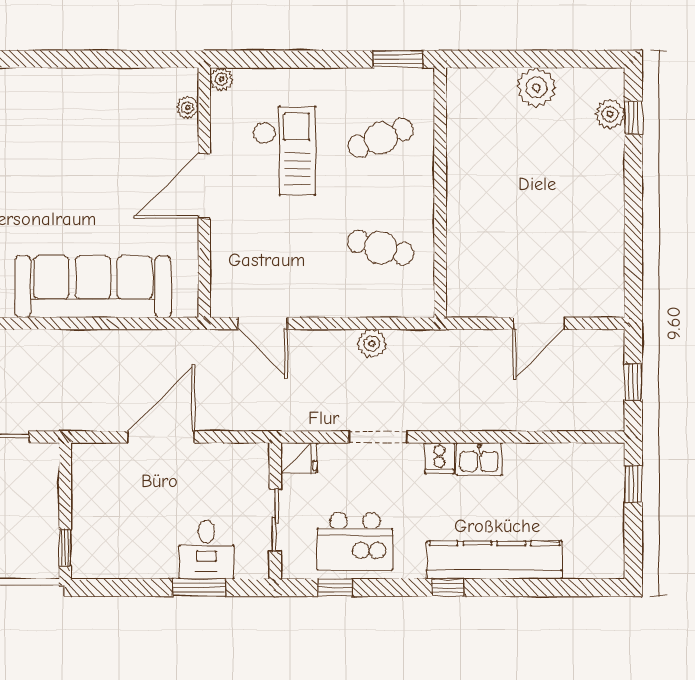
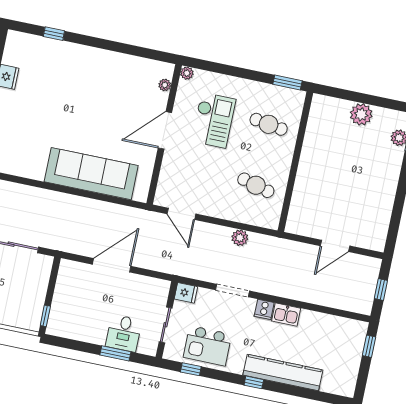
cafe table: (381, 138) -> (269, 124), turned 30

